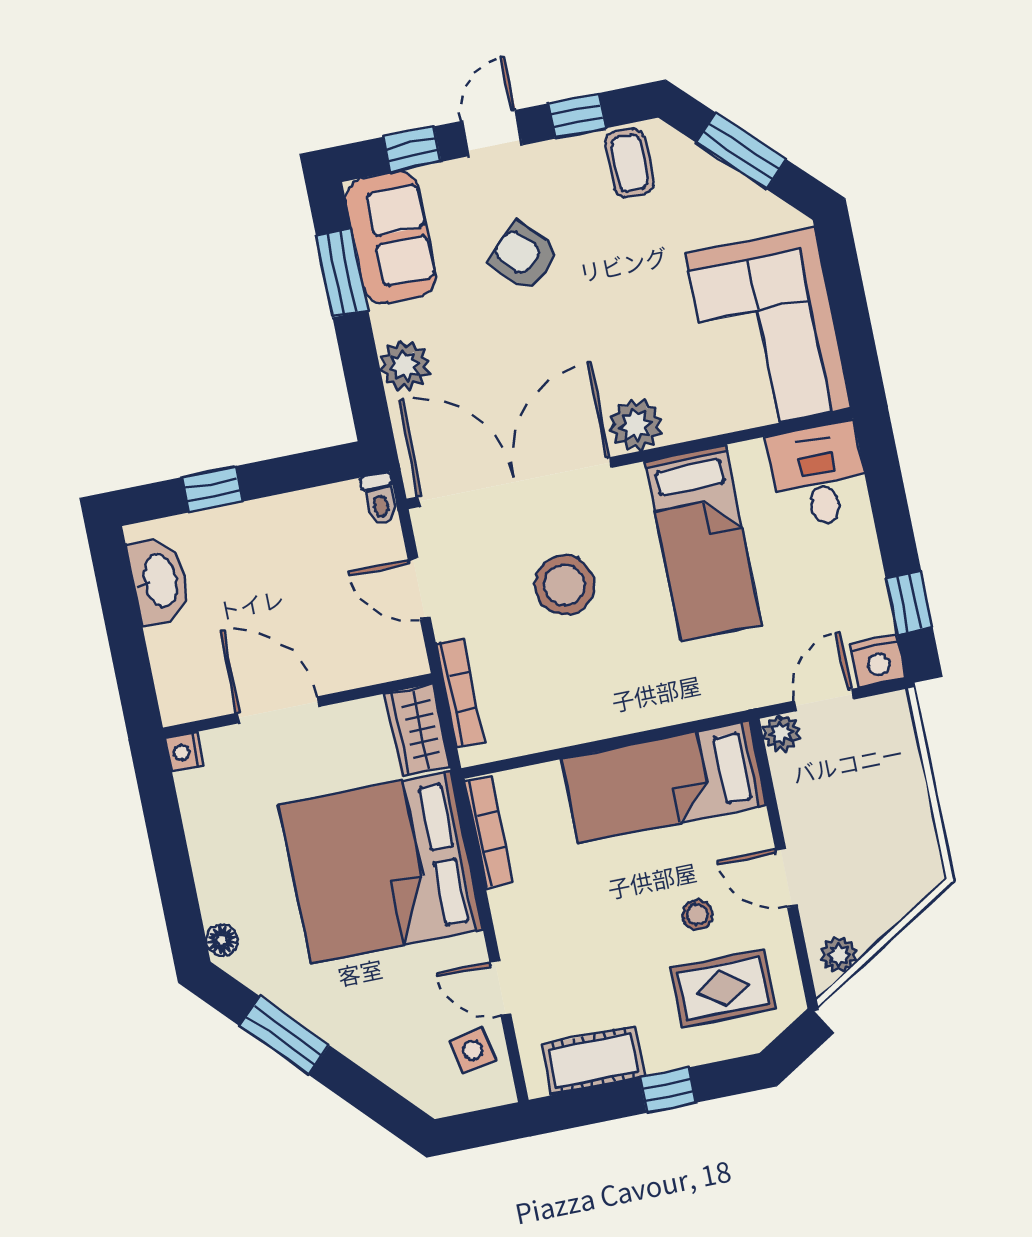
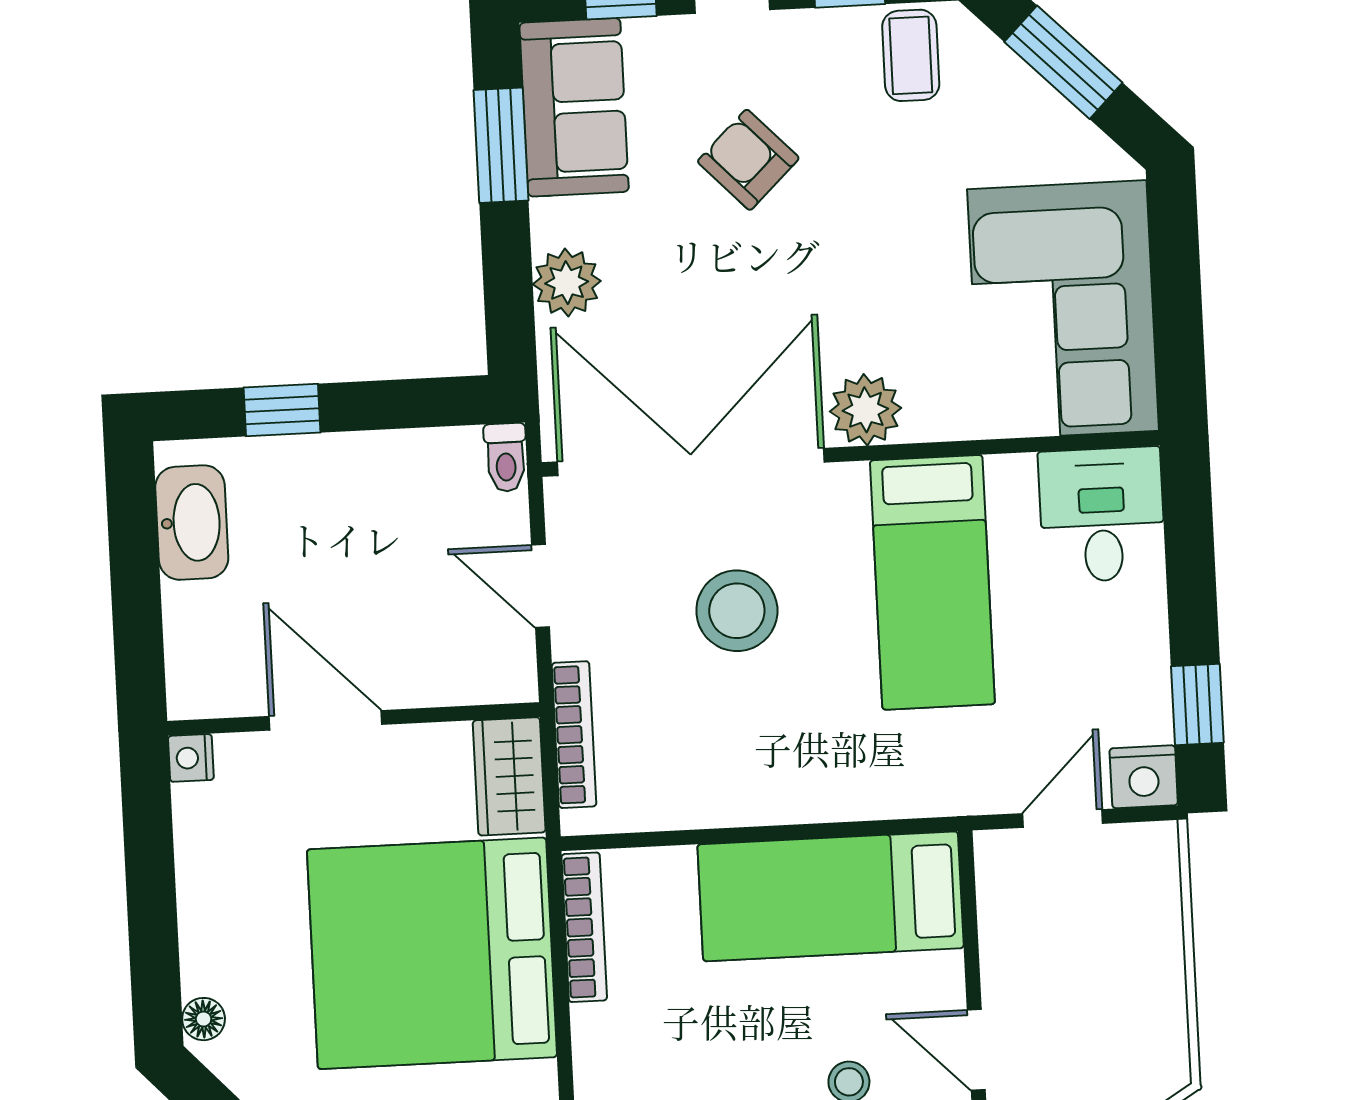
plant: (781, 733) -> (999, 854), removed

